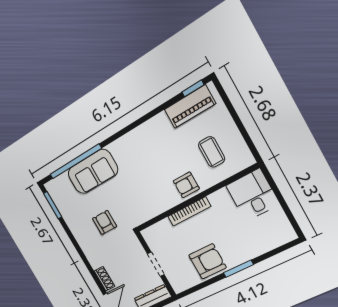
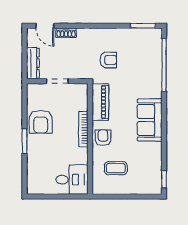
piano: (190, 107) -> (100, 102), moved, turned 180
sofa: (93, 172) -> (150, 120), moved

